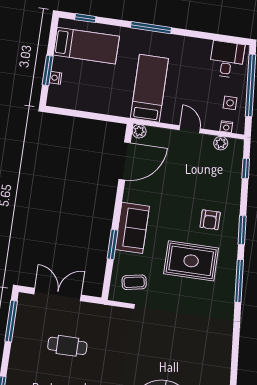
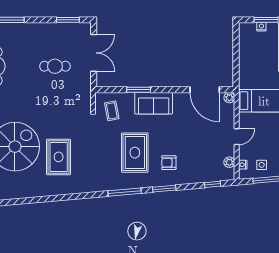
window: (11, 321) -> (68, 20), width x0.69
cafe table: (67, 346) -> (55, 66), turned 90
rug: (183, 358) -> (59, 157), added

